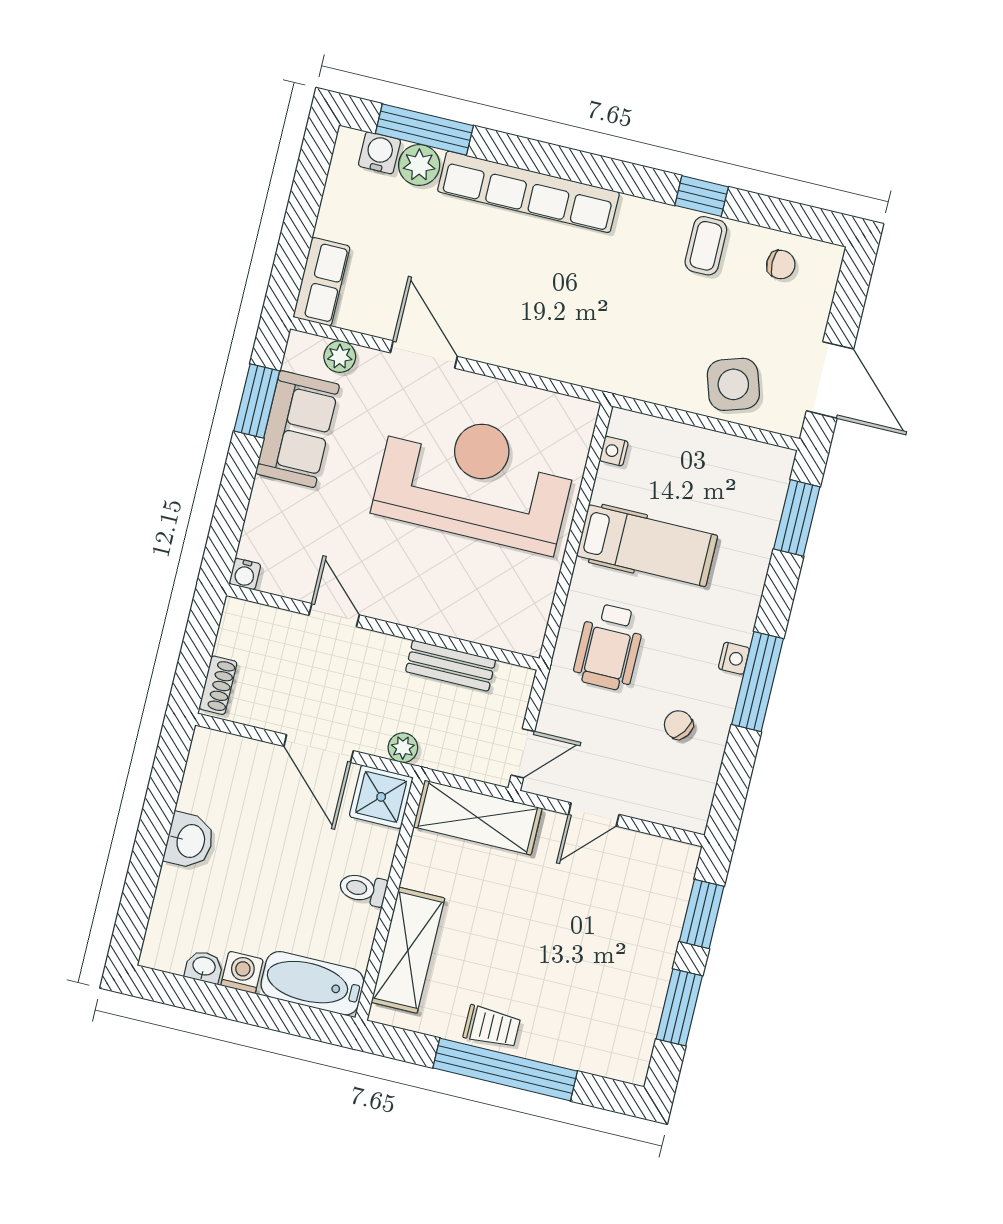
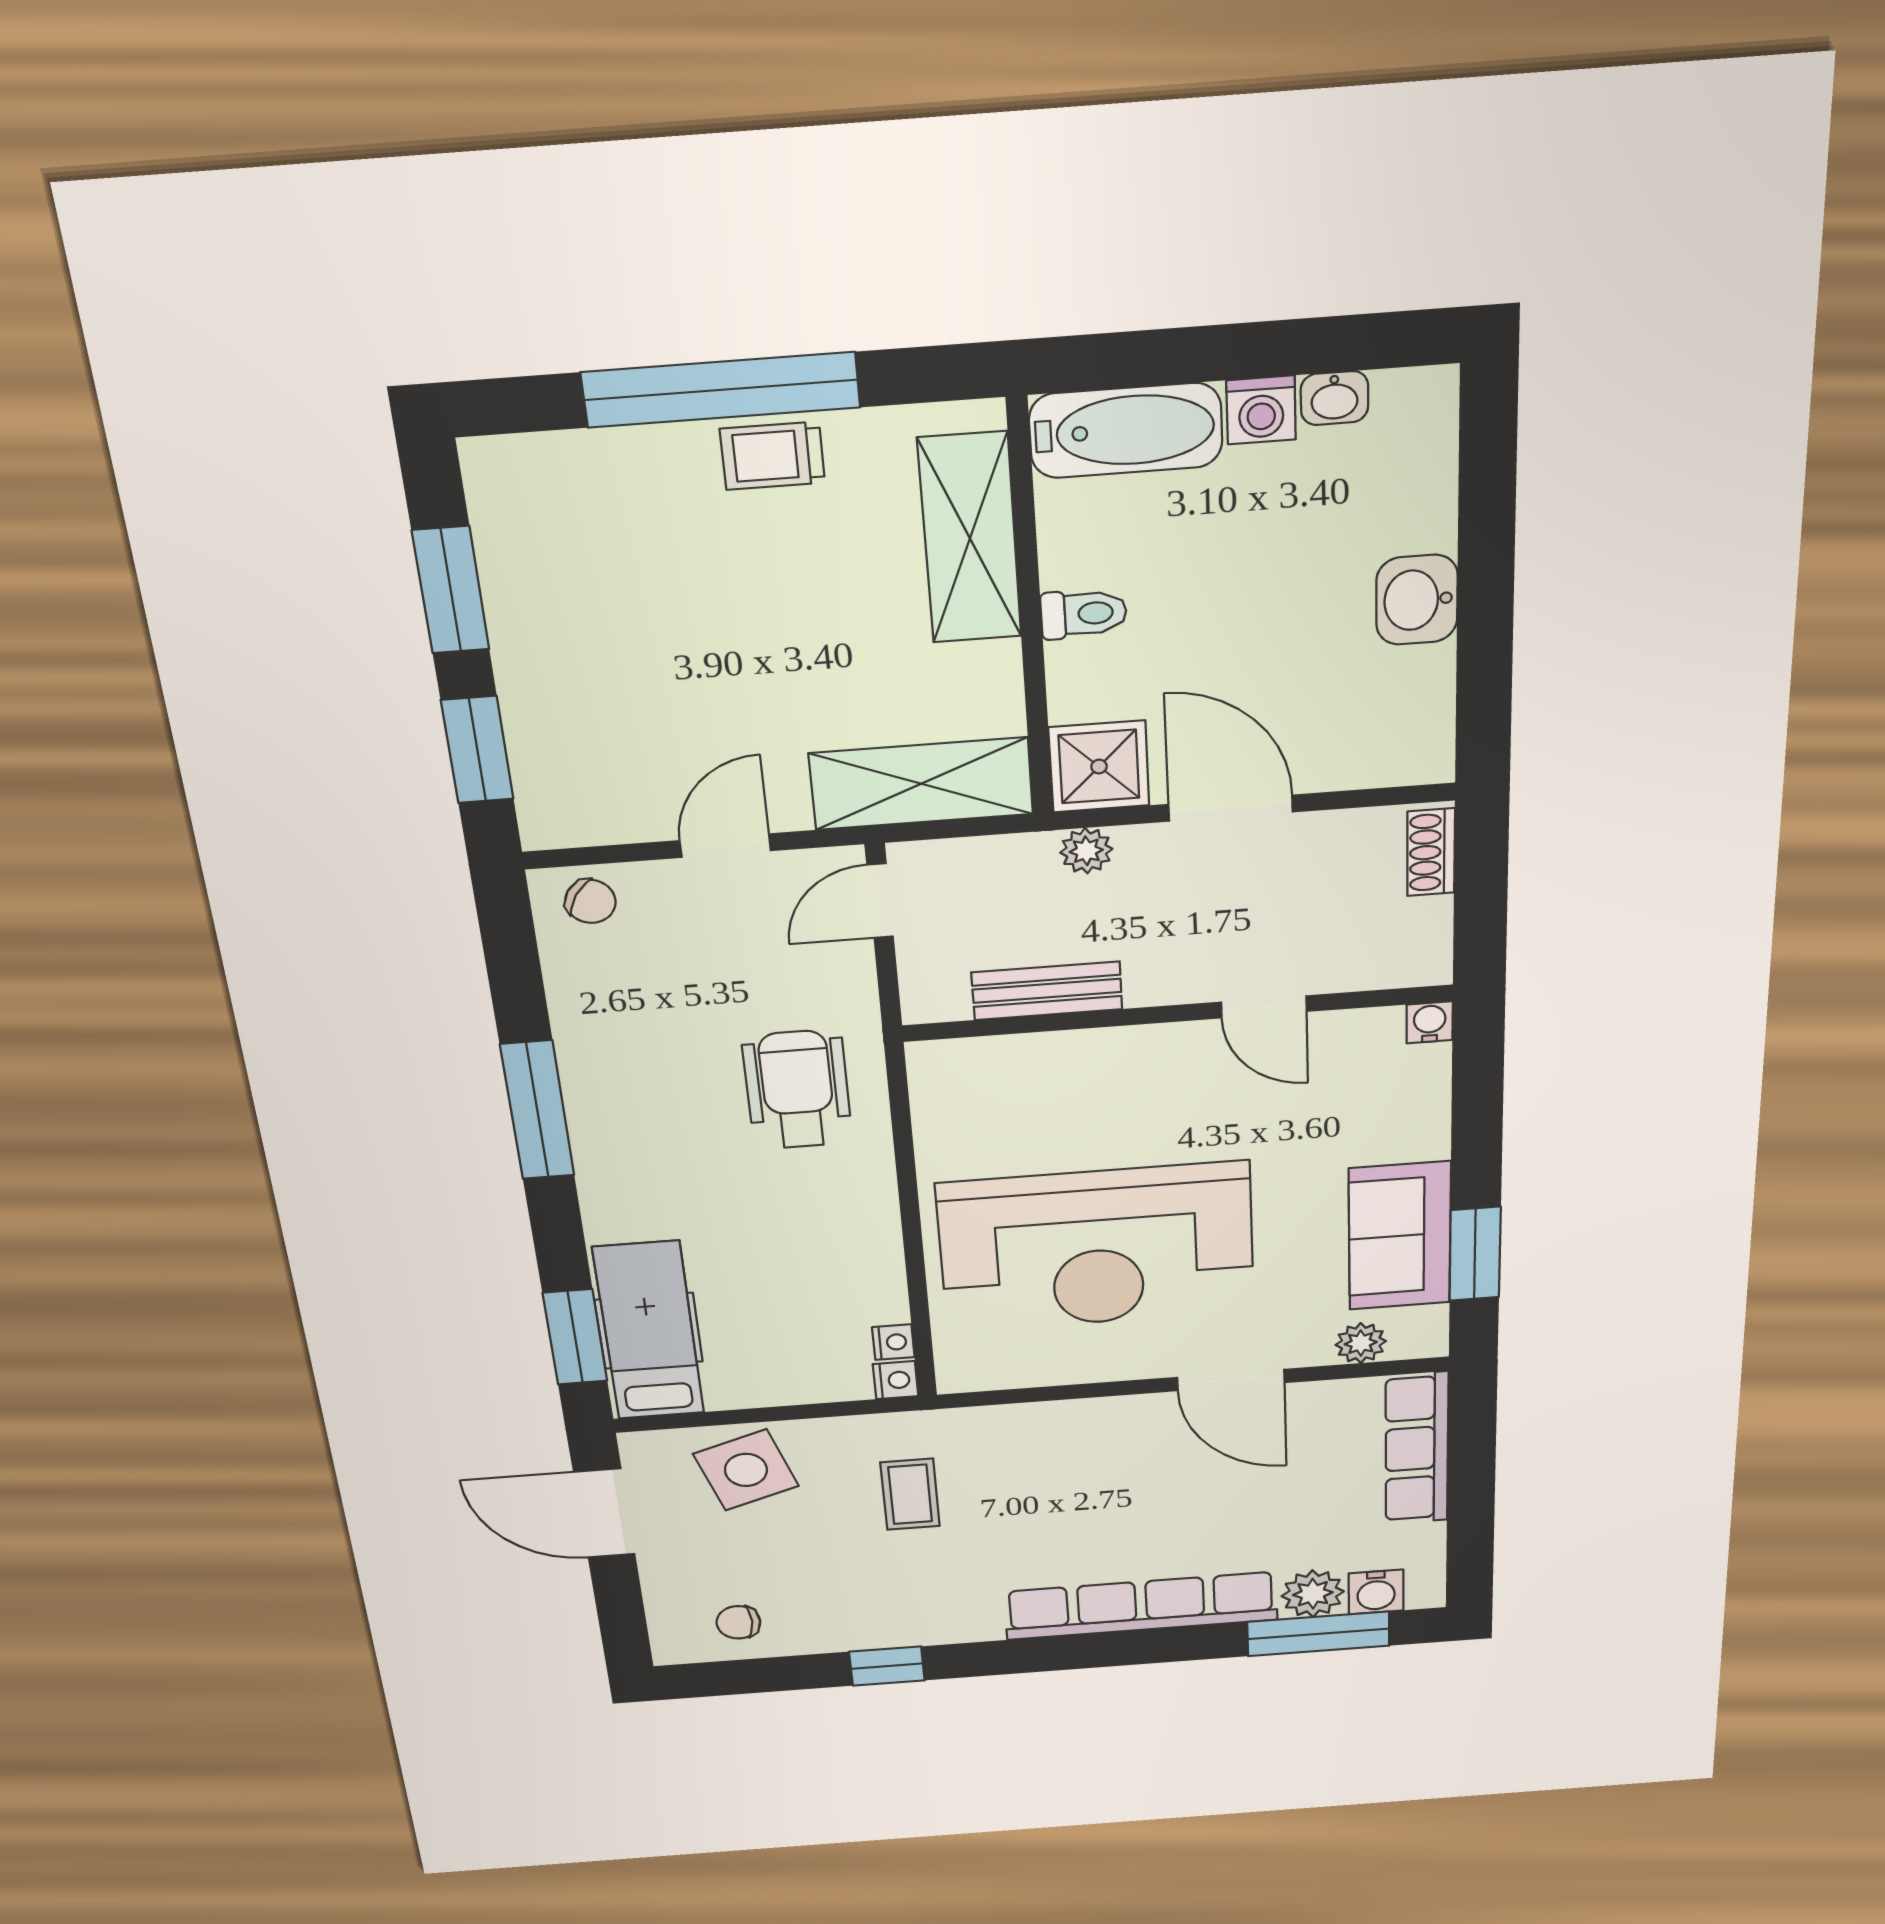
coffee table: (706, 246) -> (910, 1494), moved
row of seats: (321, 282) -> (1417, 1449), width x1.48
hospital bed: (647, 546) -> (649, 1331), moved, turned 90
nightstand: (734, 658) -> (896, 1380), moved, turned 180
chair: (678, 725) -> (590, 901), moved

